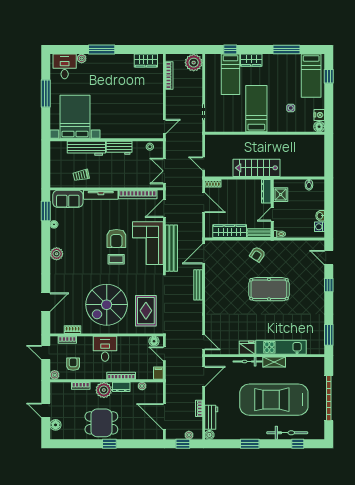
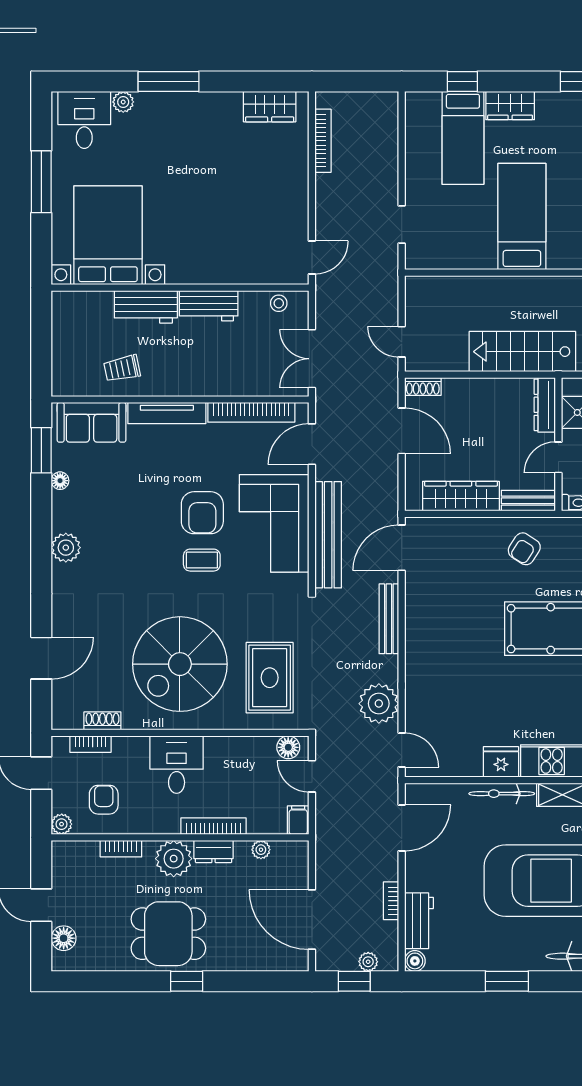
plant: (194, 63) -> (379, 704), moved
workbench: (86, 148) -> (146, 307), width x0.73

